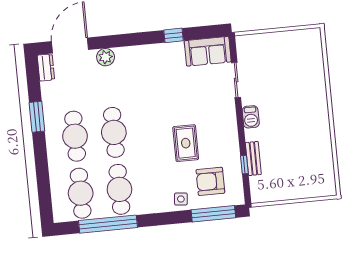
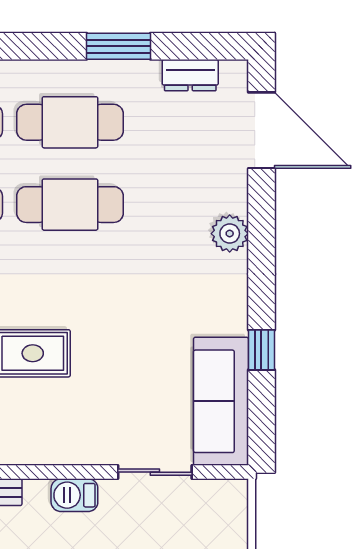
sofa: (208, 51) -> (221, 401), width x1.36
plant: (106, 57) -> (230, 234), moved
dresser: (46, 67) -> (190, 75), moved

